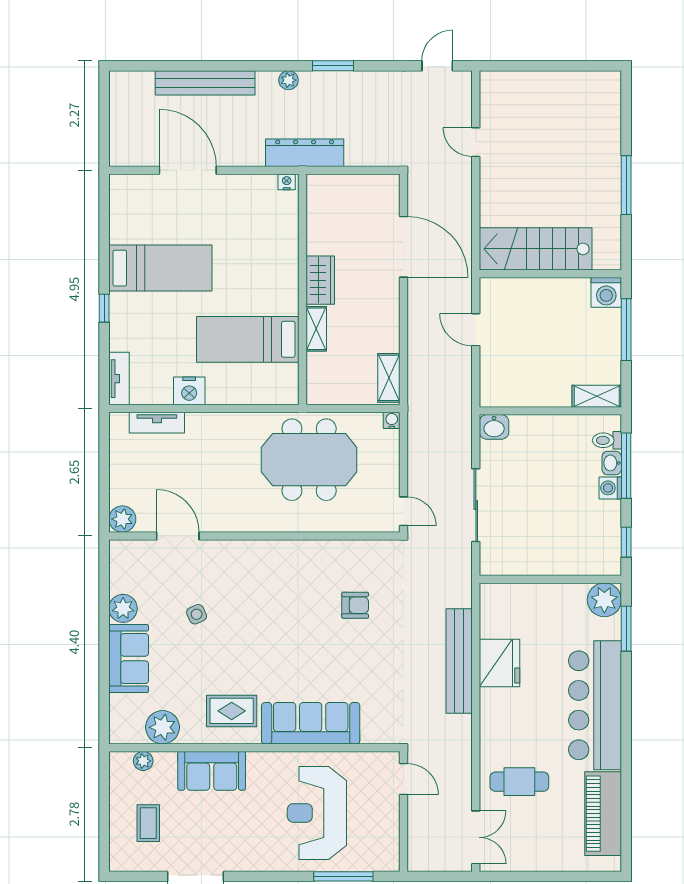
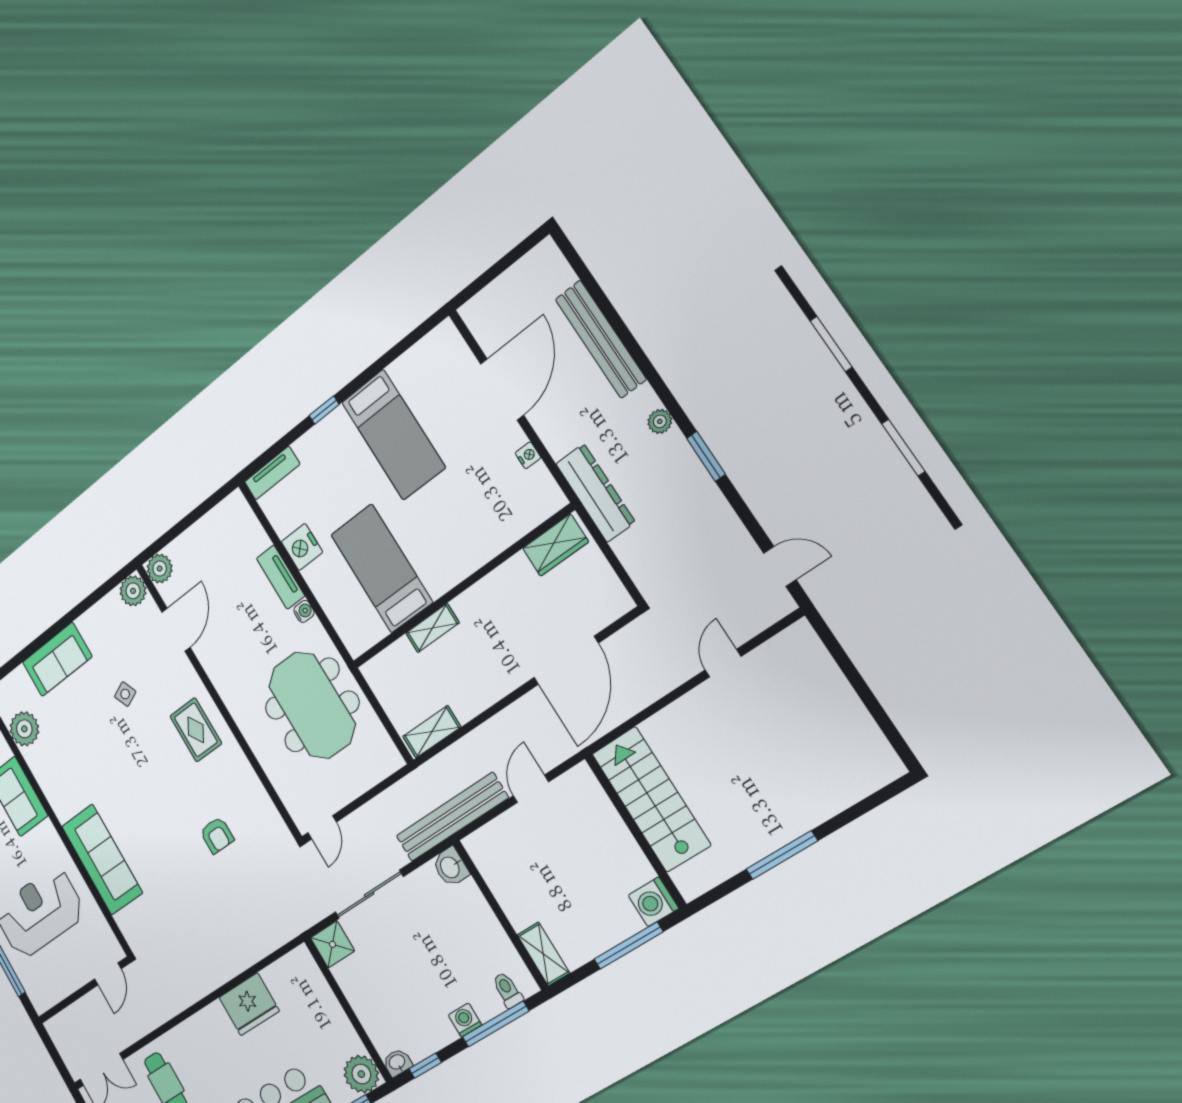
nightstand: (287, 182) -> (528, 455), moved
wardrobe: (320, 280) -> (555, 545), moved
water cooler: (392, 420) -> (304, 611), moved
tv unit: (157, 423) -> (281, 577), moved
washbasin: (612, 463) -> (397, 1062), moved
shower: (495, 560) -> (333, 944), added
plant: (123, 608) -> (133, 591), moved
bench: (459, 661) -> (452, 817), moved
rug: (232, 711) -> (196, 730), moved

